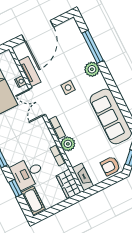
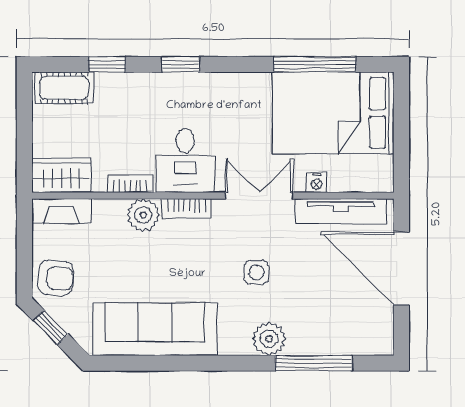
tv unit: (30, 72) -> (341, 211), width x1.41
armchair: (110, 166) -> (56, 278), turned 94
desk: (27, 173) -> (185, 161), moved, turned 180

